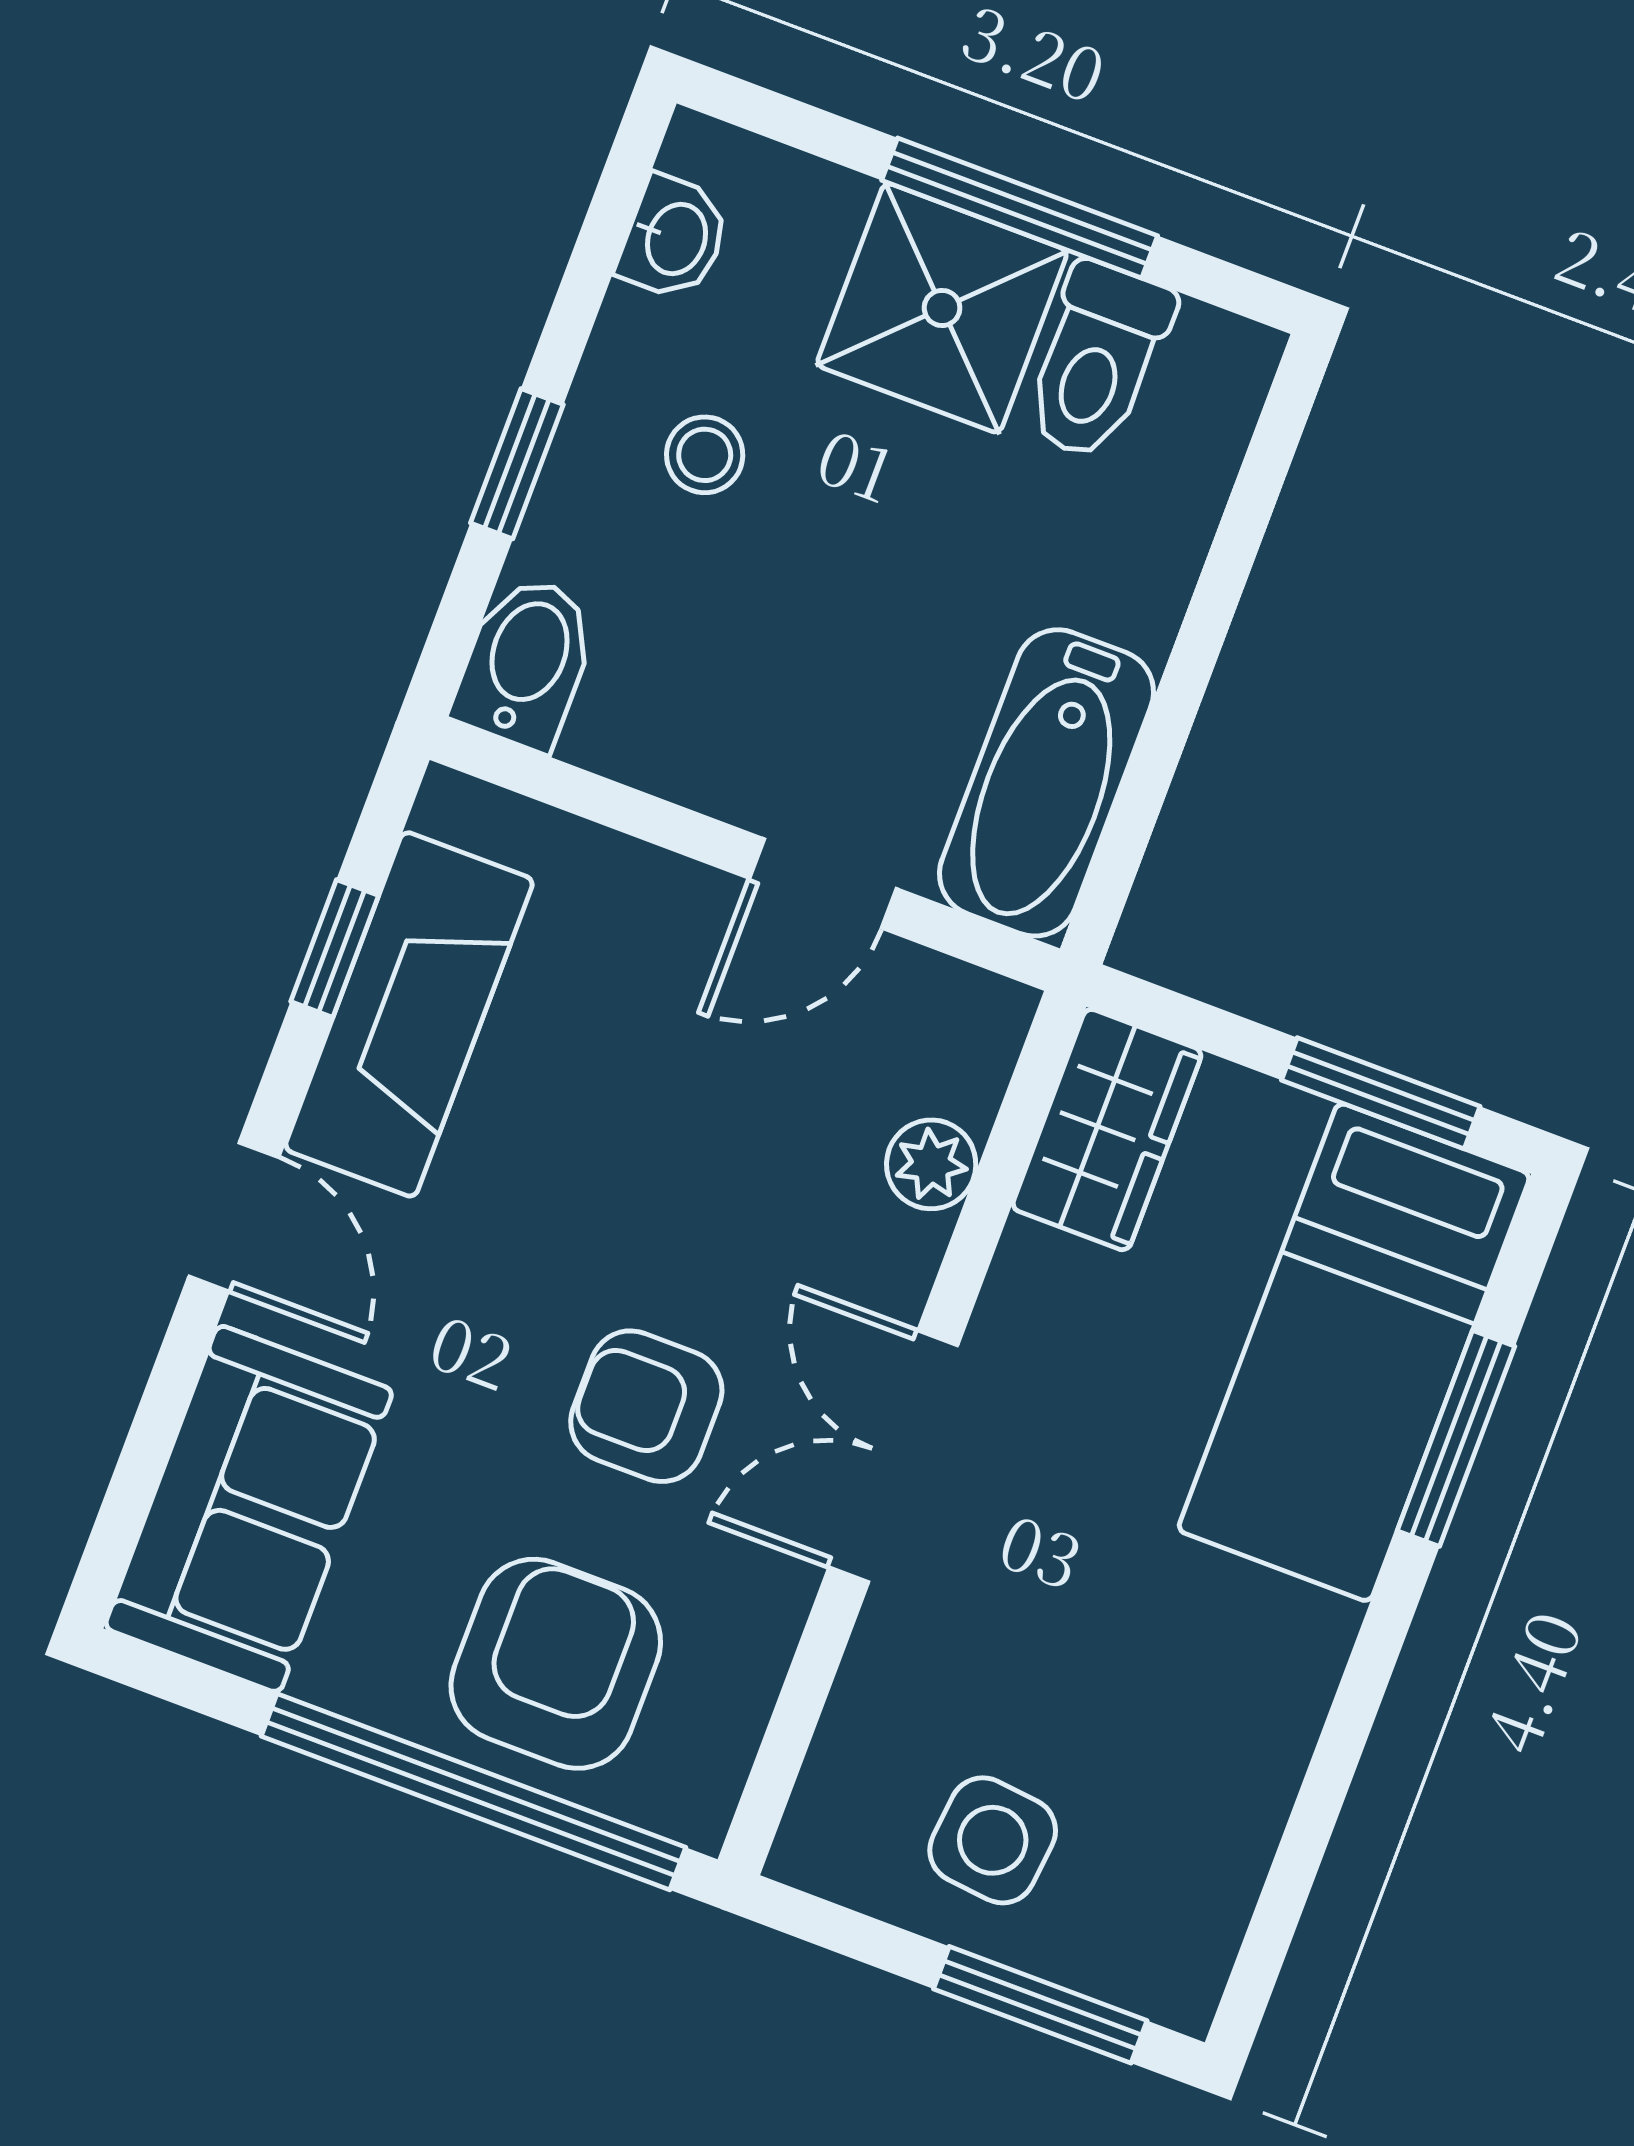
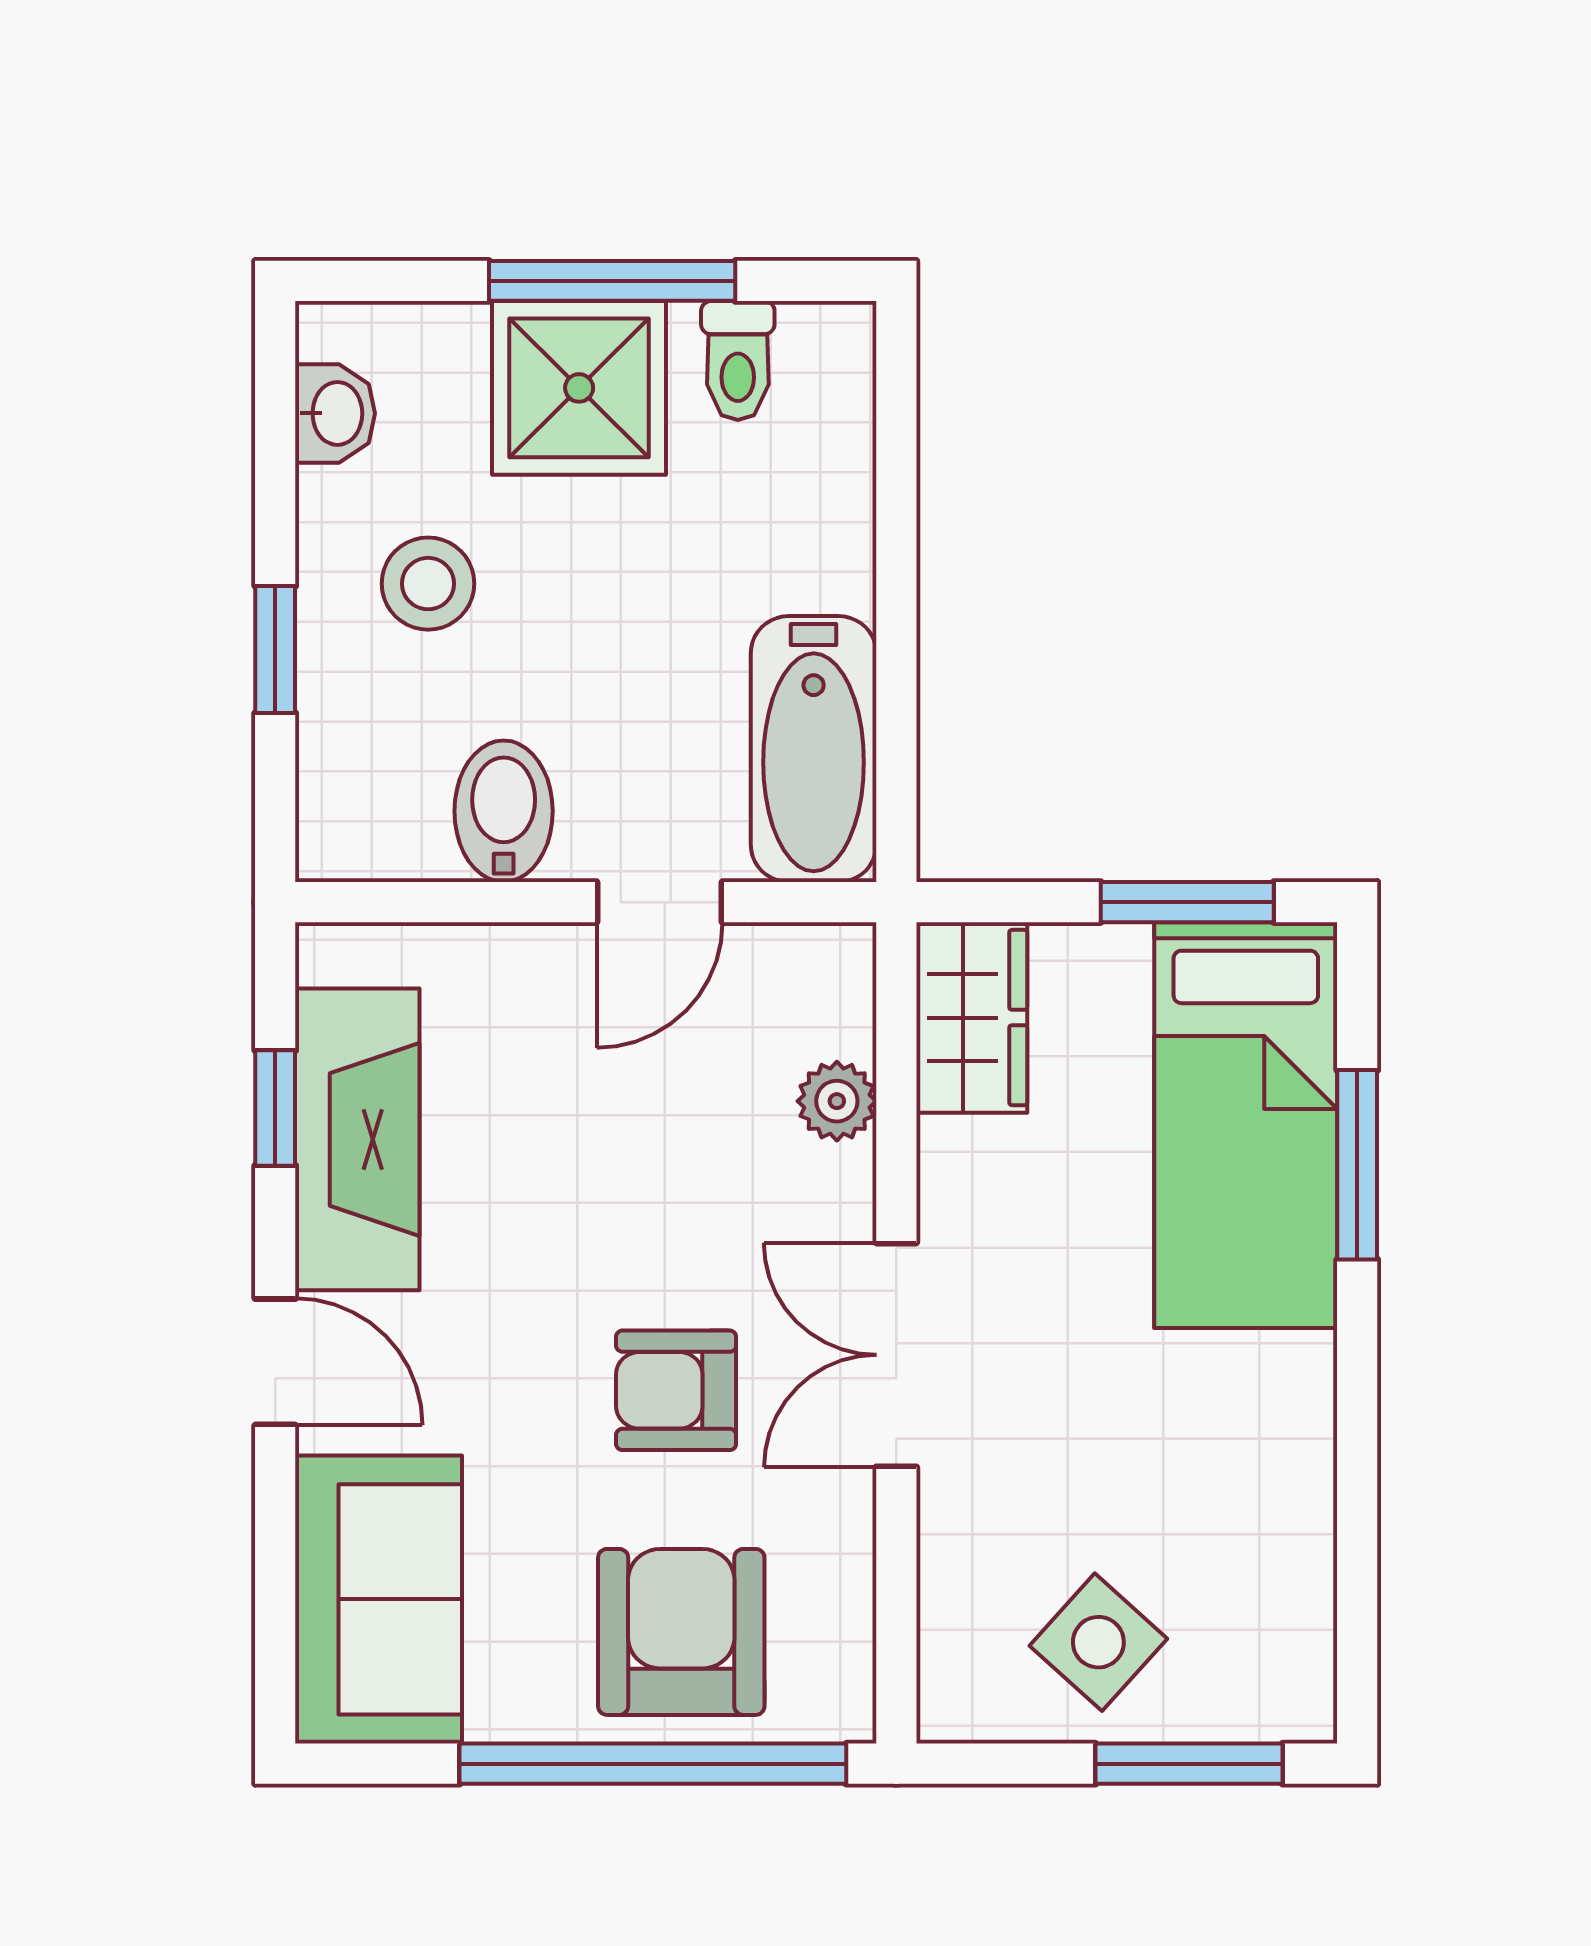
toilet: (1097, 361) -> (738, 361), width x0.73, depth x0.72
stool: (705, 455) -> (428, 584), width x1.37, depth x1.37
bidet: (526, 662) -> (504, 811), moved
side table: (993, 1840) -> (1098, 1642), turned 36

